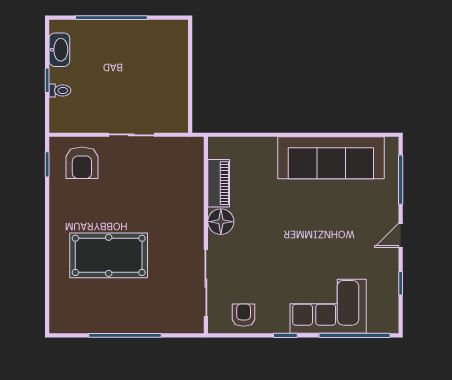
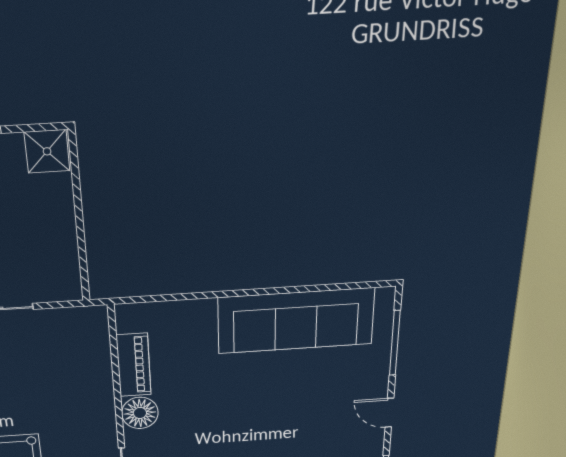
shower: (174, 32) -> (47, 151), added
door: (401, 235) -> (389, 413), hinge flipped

